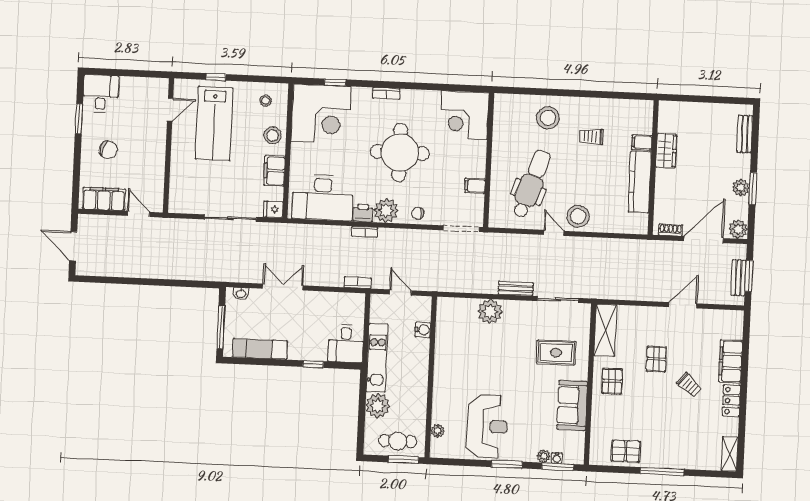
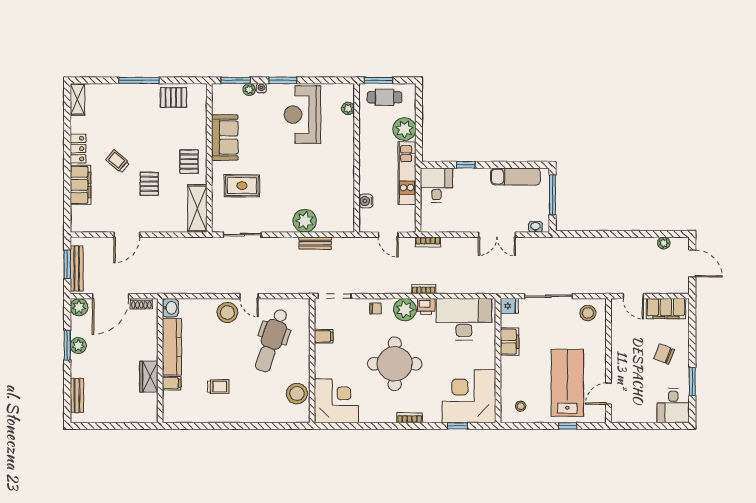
stool: (548, 118) -> (297, 394), moved
stool: (273, 135) -> (588, 313), moved
washbasin: (639, 224) -> (170, 308), added
plant: (103, 270) -> (664, 243), added
bench: (739, 278) -> (77, 268), width x1.36
bench: (516, 288) -> (315, 243), moved
water cooler: (557, 458) -> (261, 88), moved

